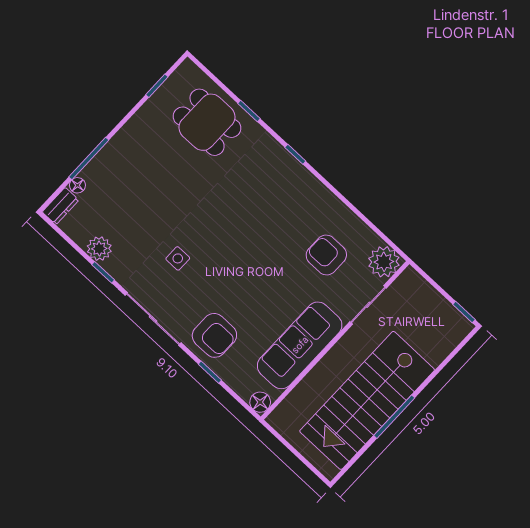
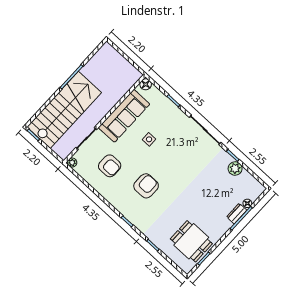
dining table: (207, 122) -> (191, 241), moved
dresser: (61, 206) -> (237, 214), moved
side table: (178, 258) -> (149, 139), moved
plant: (384, 262) -> (72, 163), width x0.53, depth x0.53
armchair: (214, 335) -> (146, 186), moved, turned 90
stairs: (367, 400) -> (64, 110), moved

